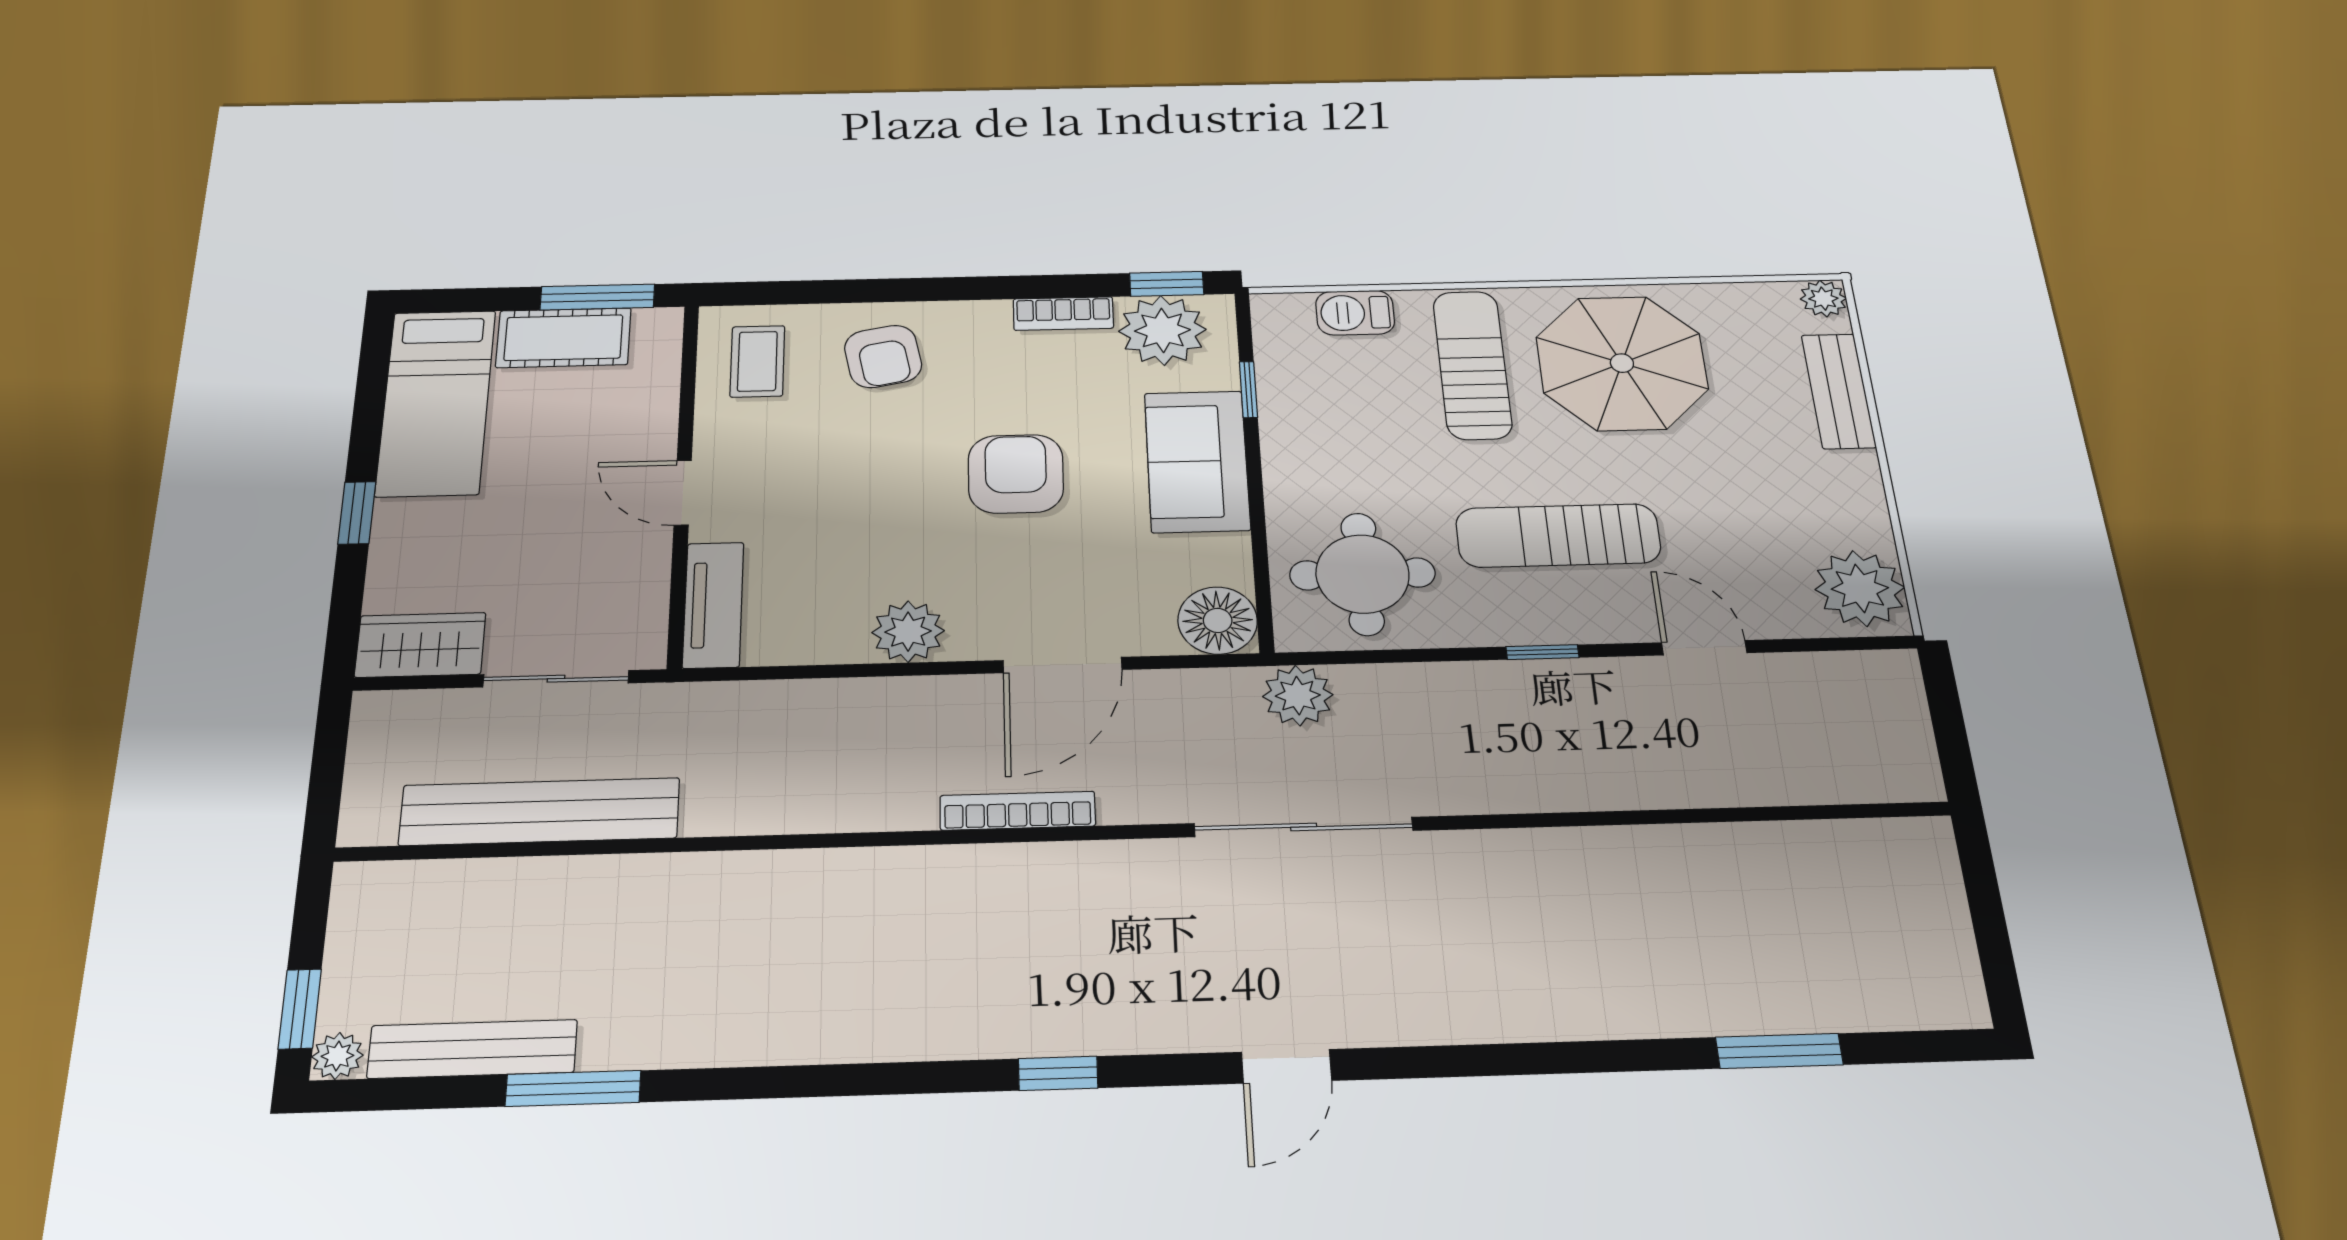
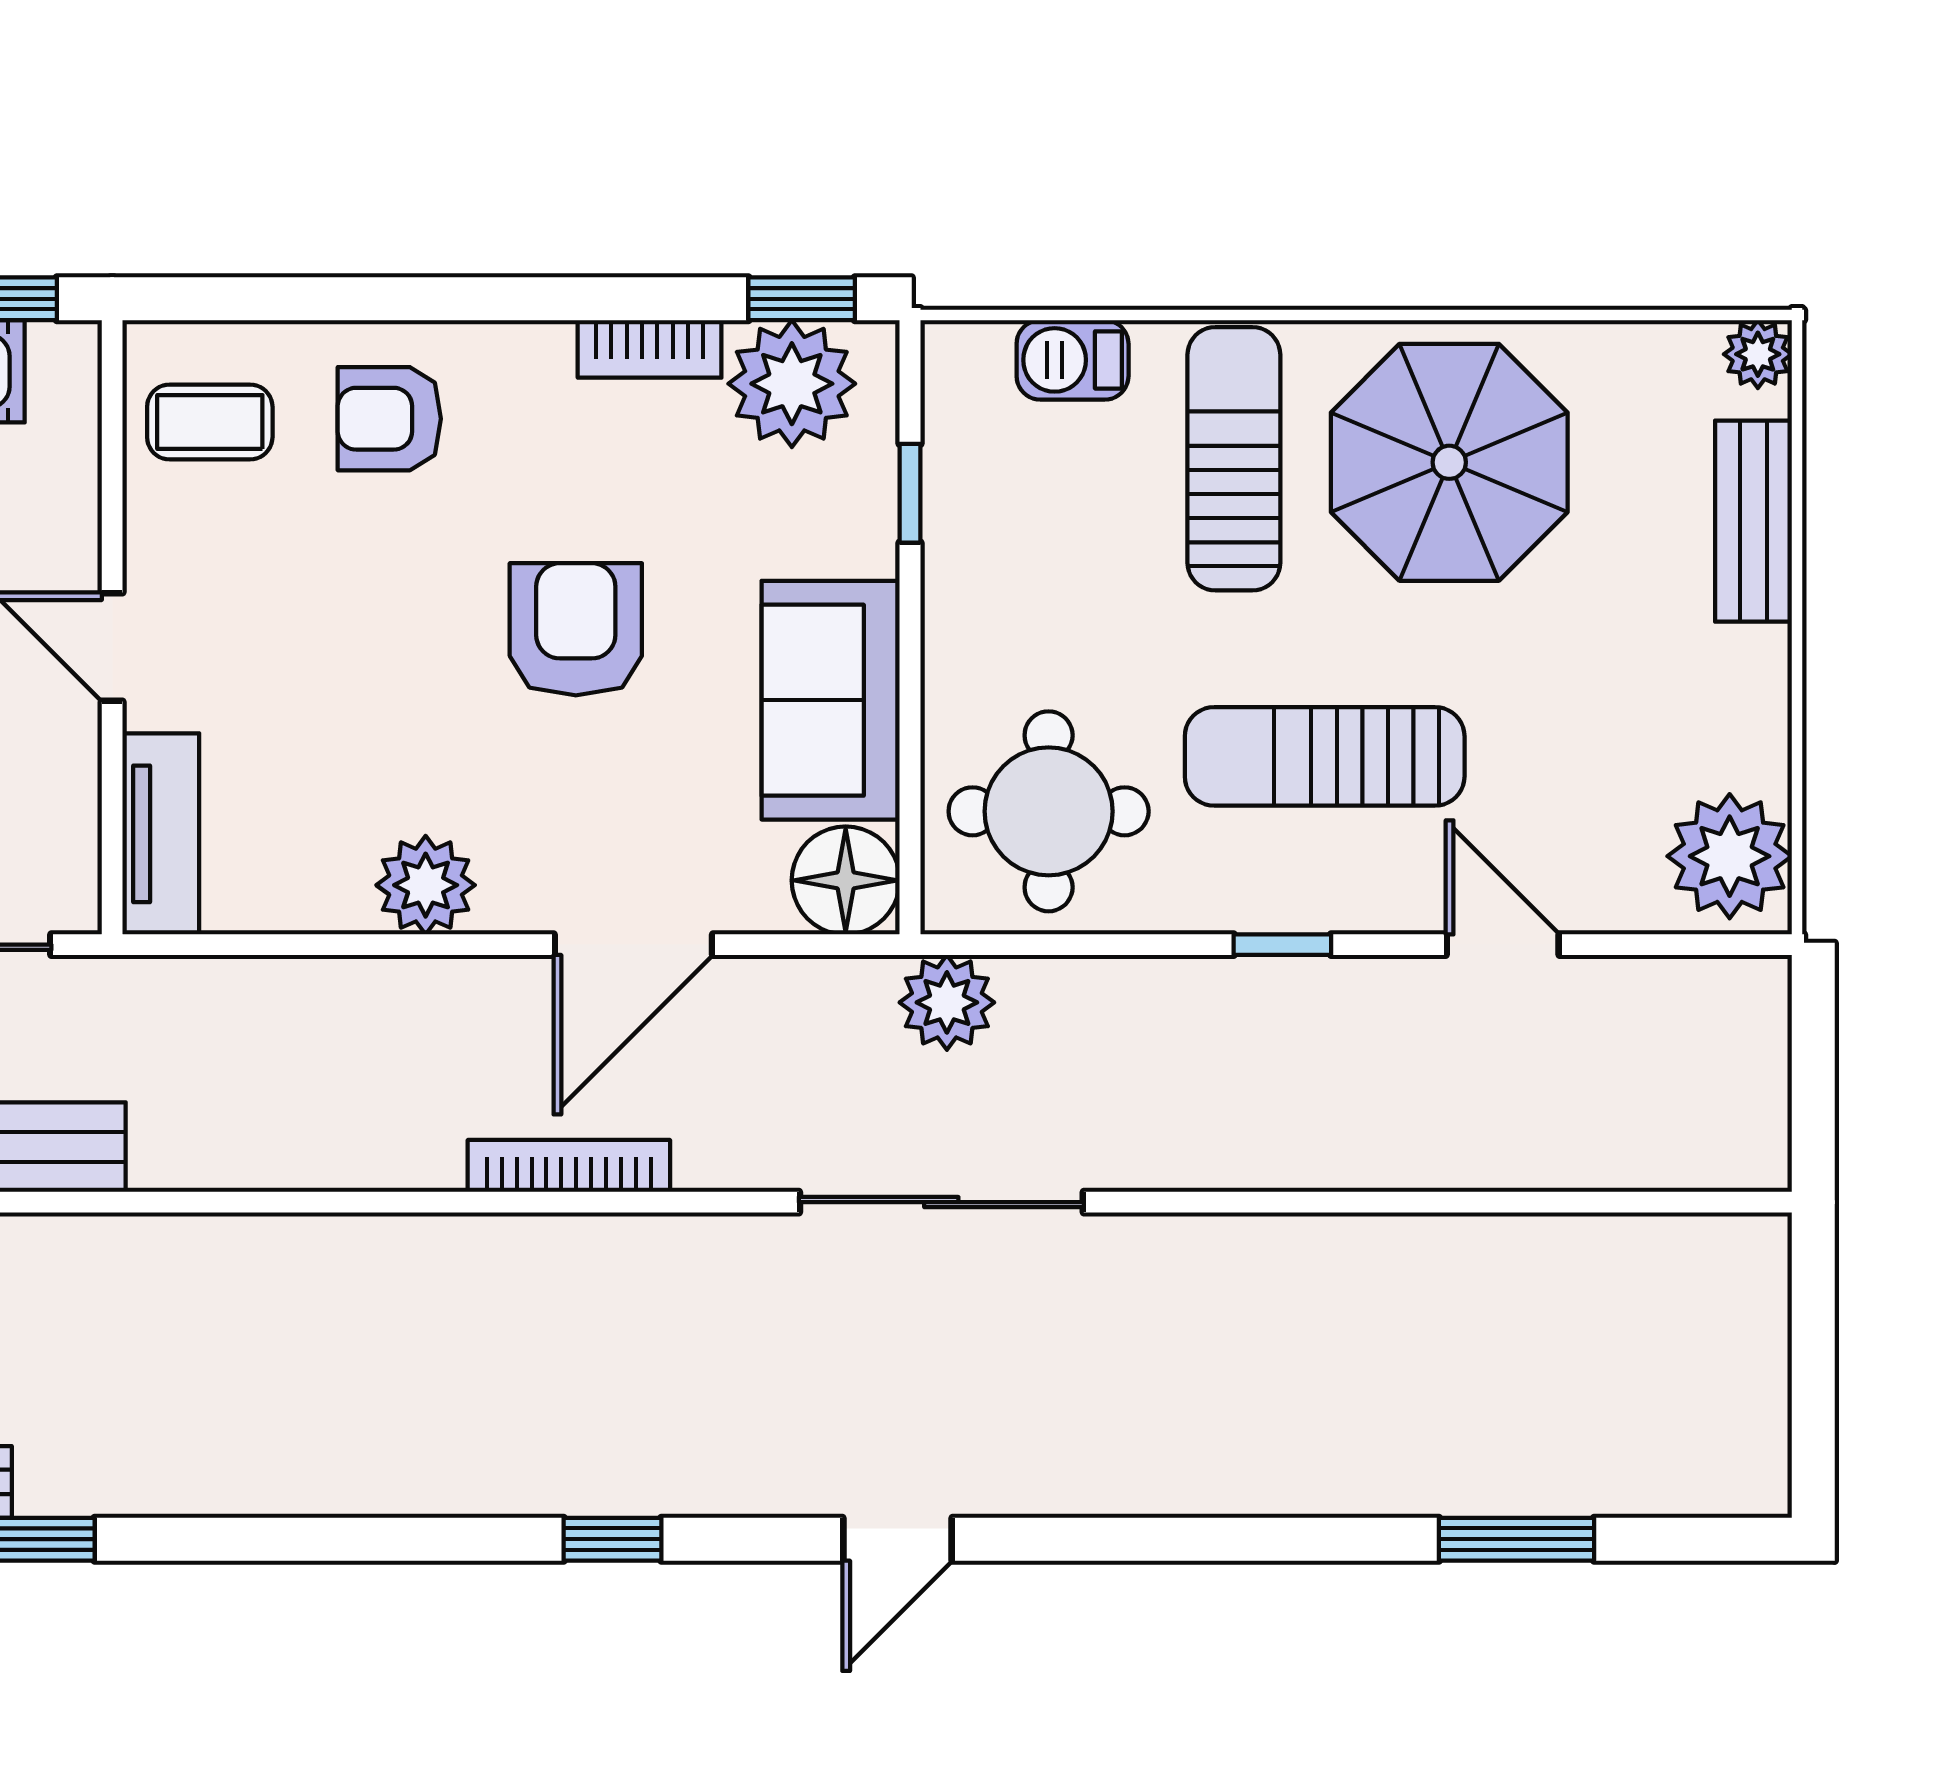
armchair: (883, 356) -> (389, 419), turned 101
coffee table: (757, 361) -> (210, 422), turned 90
sofa: (1197, 461) -> (831, 700), moved

